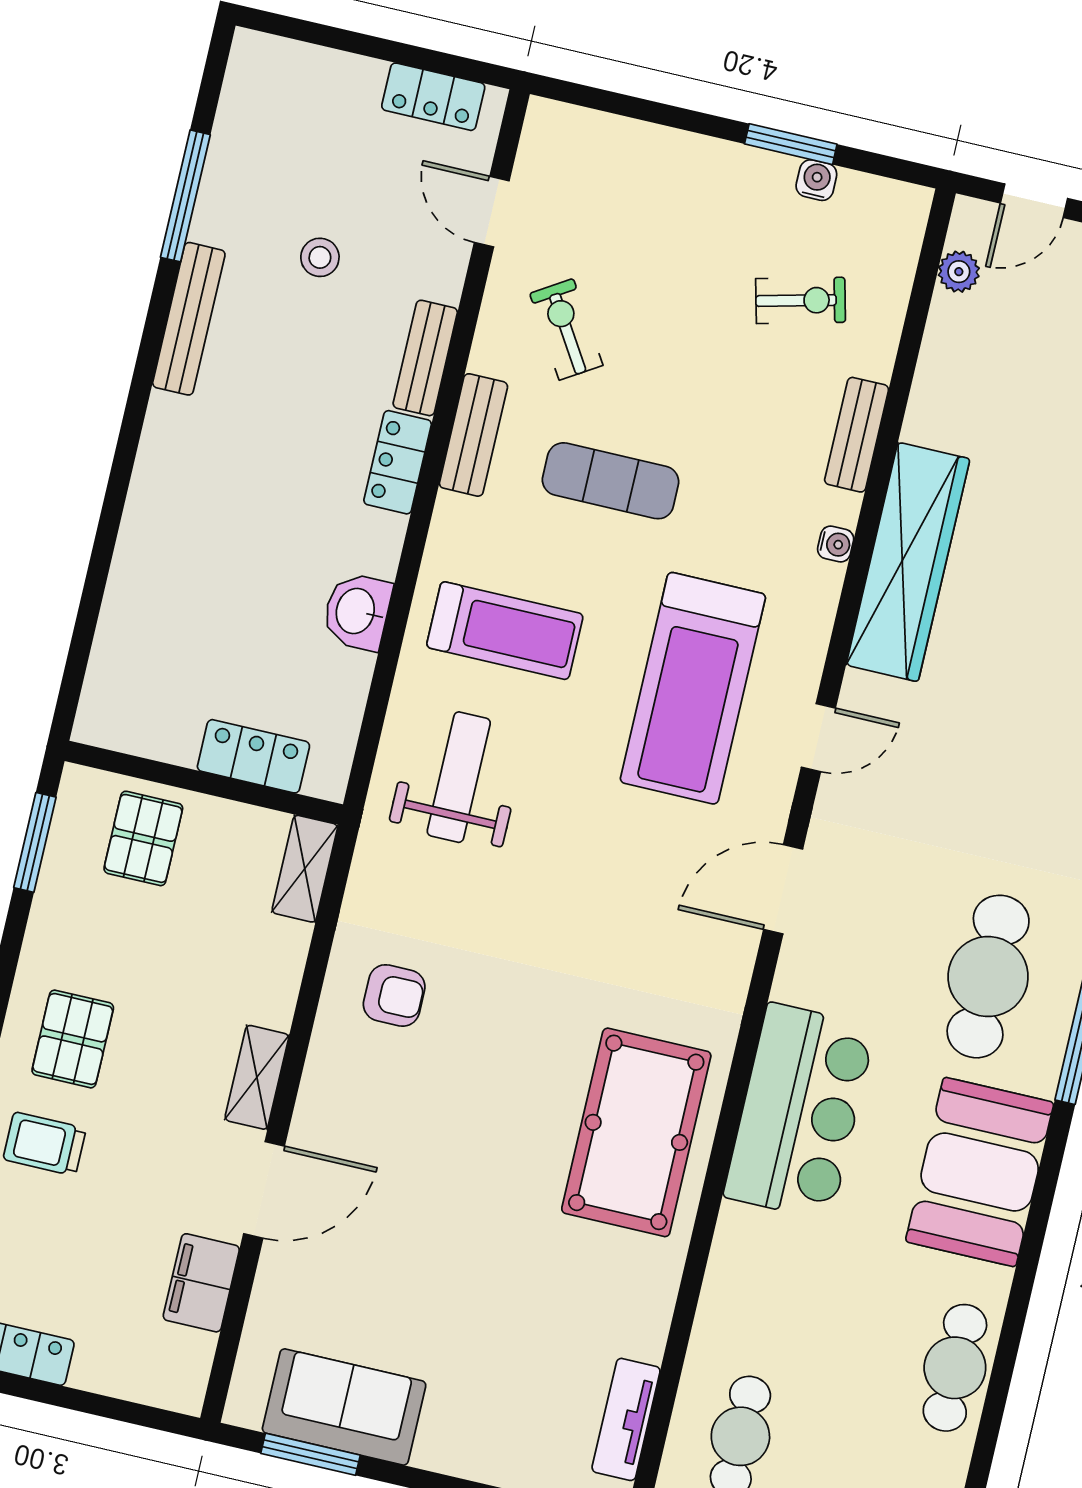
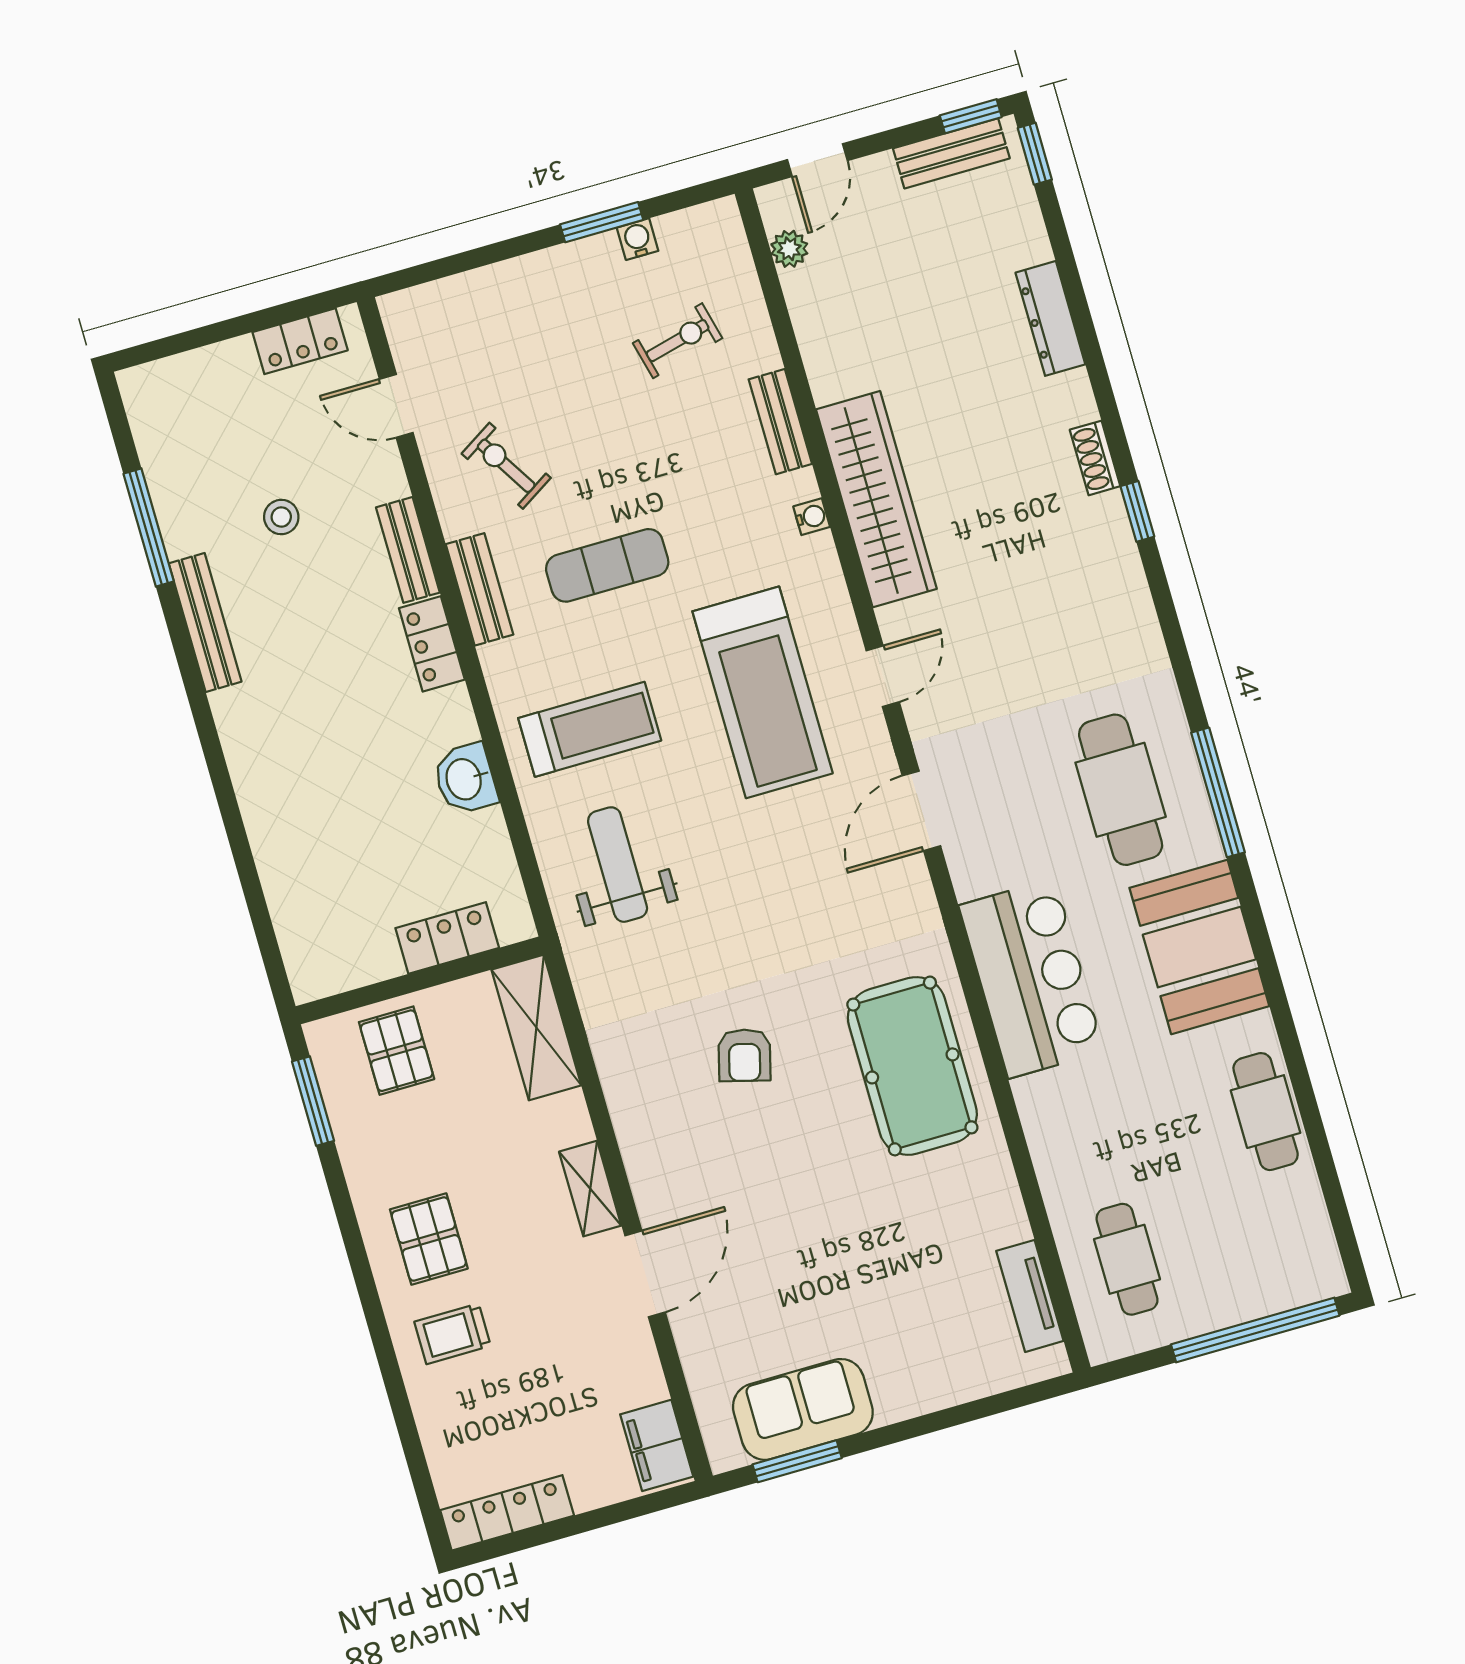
shelving: (305, 869) -> (536, 1027), width x1.50, depth x1.33
armchair: (394, 995) -> (744, 1055), moved, turned 105
filing cabinet: (201, 1283) -> (657, 1445), moved

